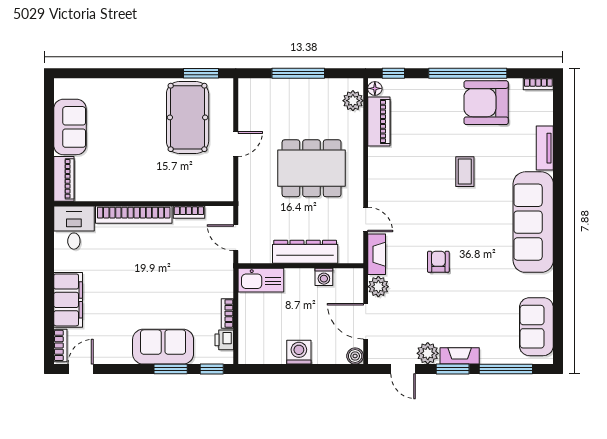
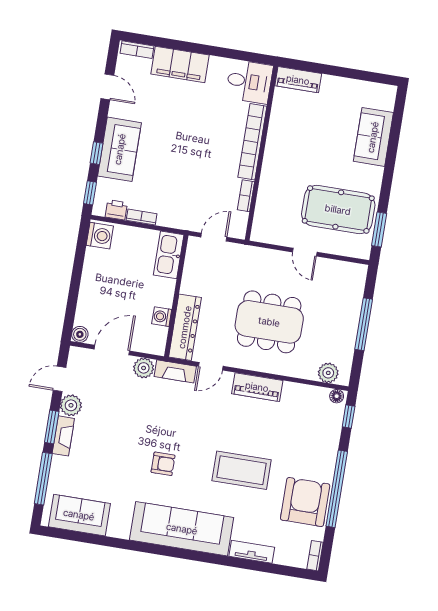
piano: (379, 122) -> (257, 387), moved
sofa: (70, 127) -> (373, 137), moved, turned 90
dining table: (312, 168) -> (269, 322), turned 90
coffee table: (465, 172) -> (242, 470), width x1.86, depth x1.72
dresser: (305, 252) -> (185, 327), moved
armchair: (438, 262) -> (163, 464), moved
washing machine: (299, 352) -> (100, 236), moved
door: (81, 369) -> (107, 87), moved
window: (171, 369) -> (97, 153), width x0.67

